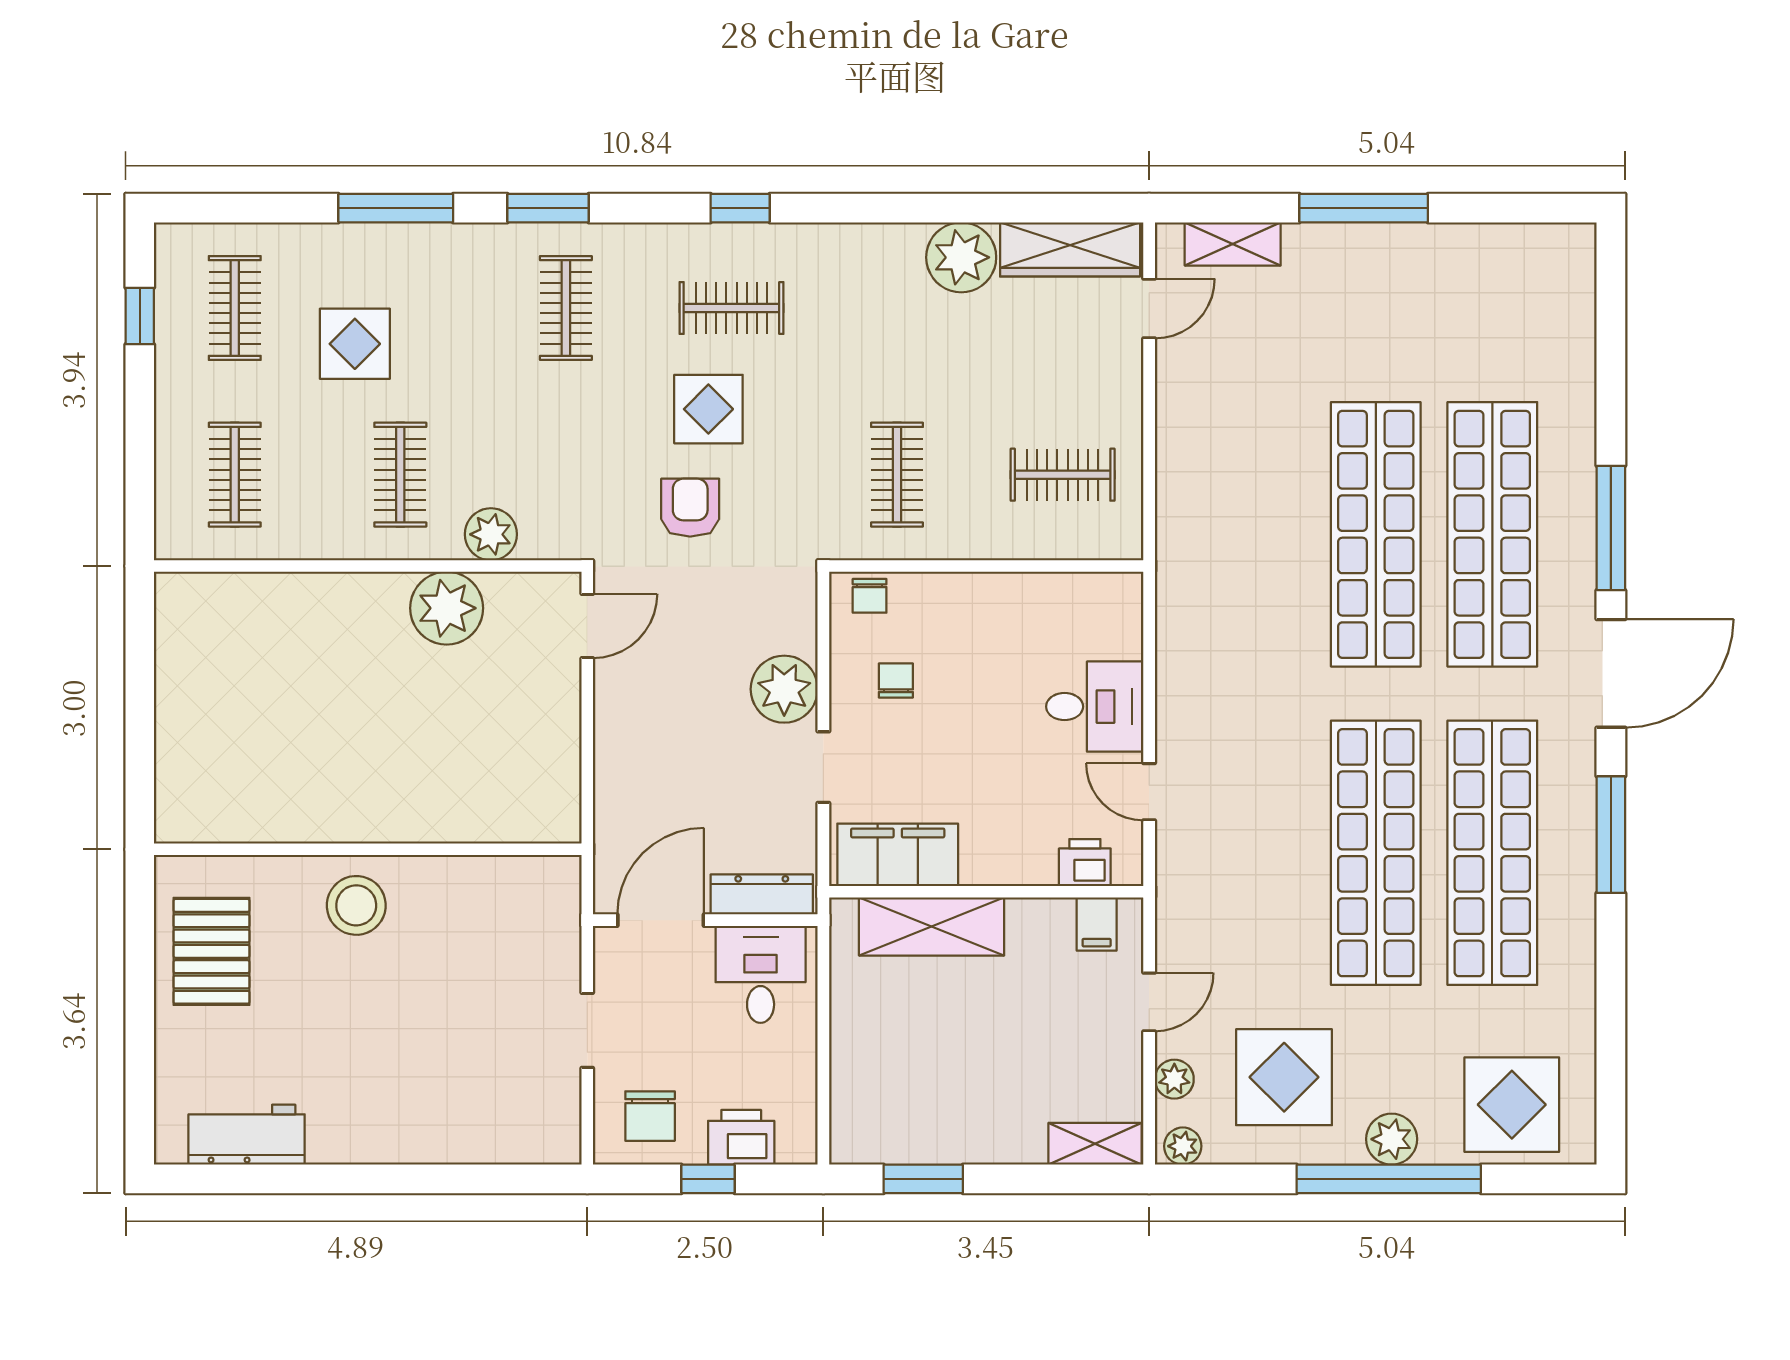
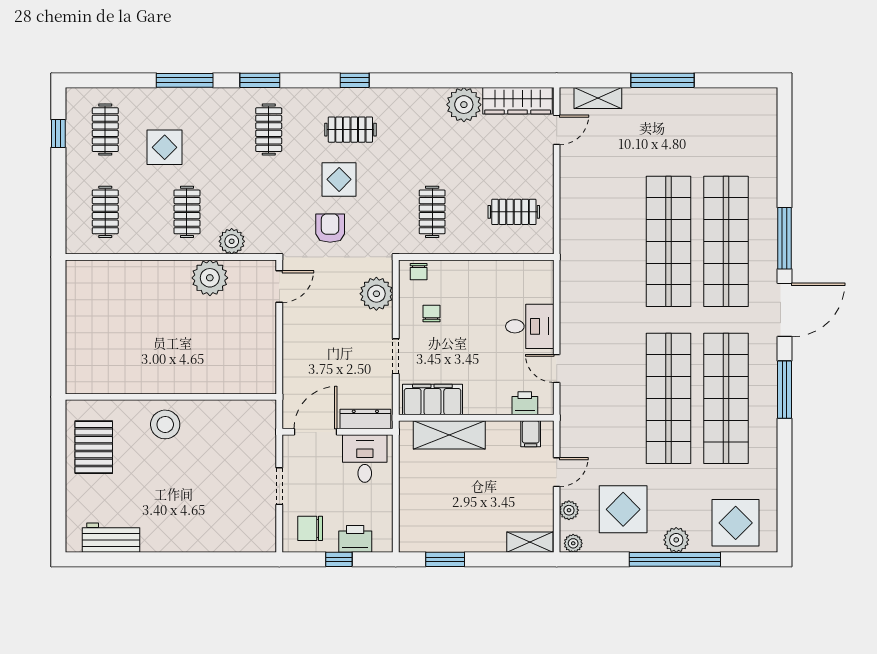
plant: (784, 689) -> (376, 294), moved
chair: (650, 1116) -> (310, 528), turned 90

